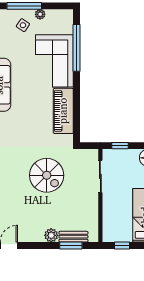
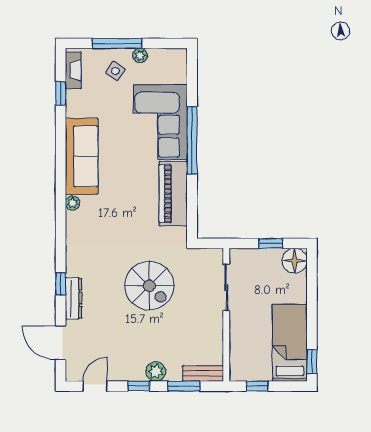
window: (77, 48) -> (192, 140), moved
window: (120, 146) -> (271, 243), moved
bench: (73, 237) -> (203, 374), moved
window: (39, 246) -> (139, 386), added

